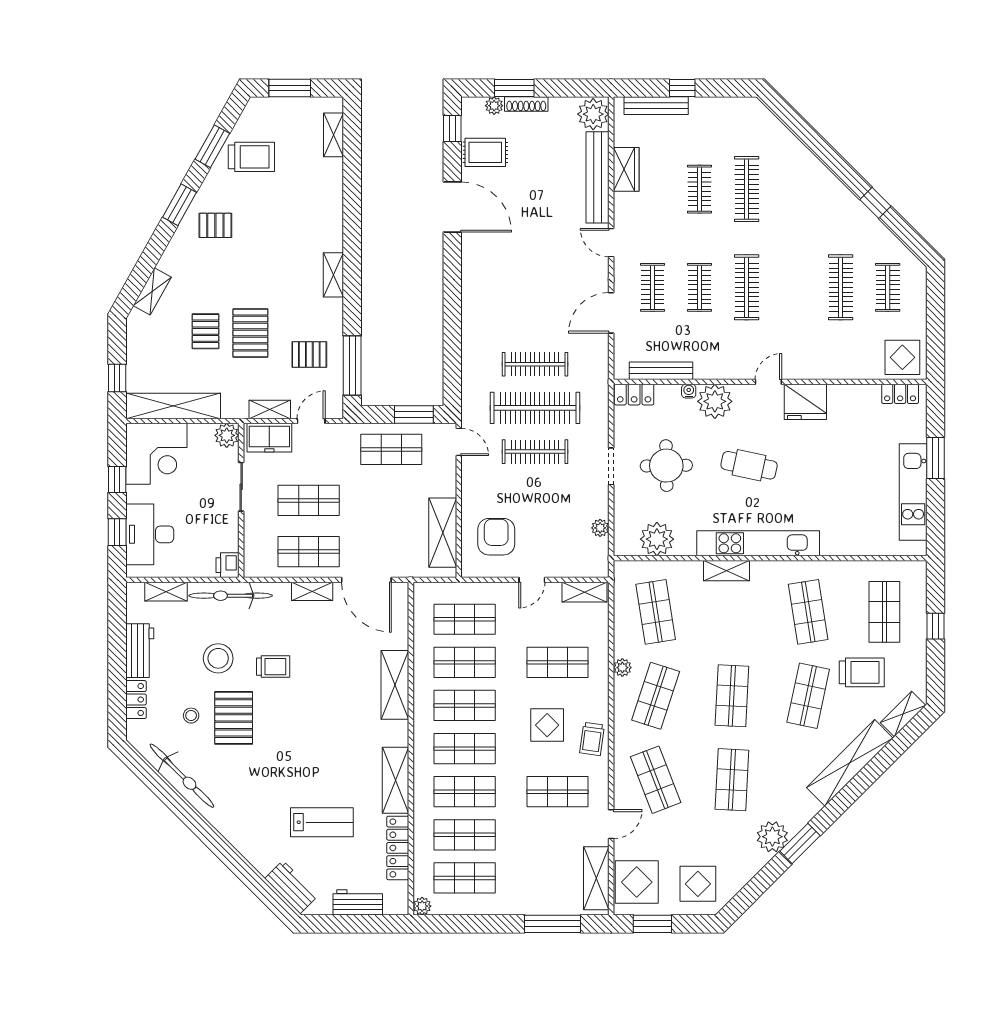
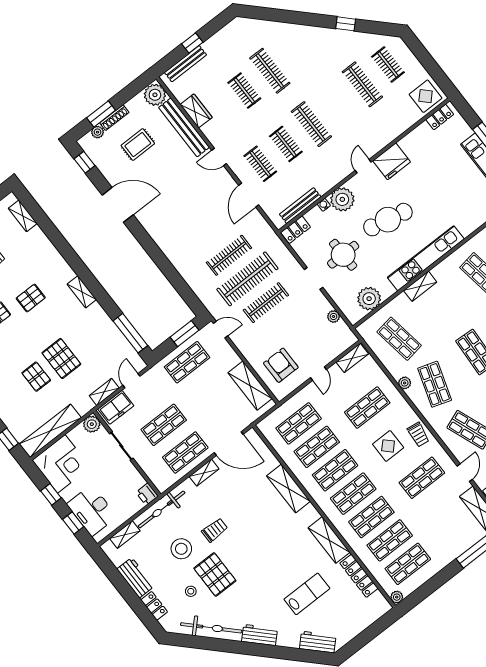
rug: (485, 152) -> (138, 145), moved
pallet: (309, 355) -> (31, 298), moved
cafe table: (749, 465) -> (388, 220), width x1.37, depth x1.35
workbench: (358, 902) -> (260, 635), moved, turned 45

